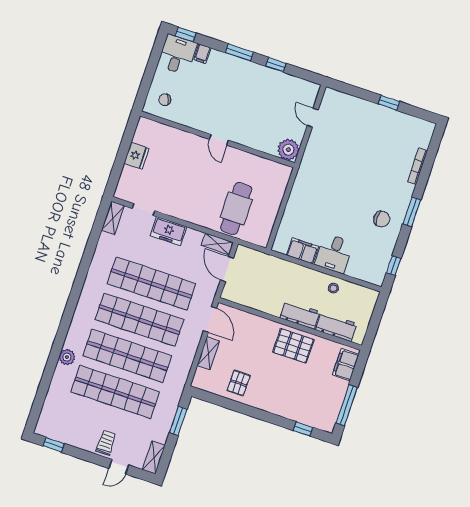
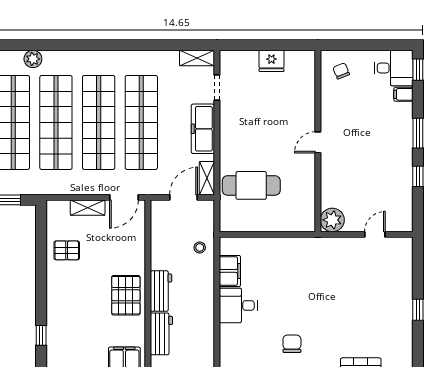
chair: (382, 219) -> (292, 344), turned 180
freezer: (168, 231) -> (203, 129), width x1.40
stool: (333, 288) -> (200, 247), moved

